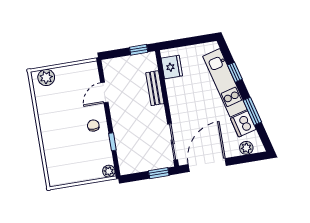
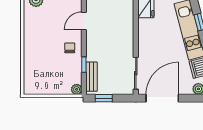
bench: (155, 88) -> (92, 77), moved
window: (159, 173) -> (104, 98), moved

